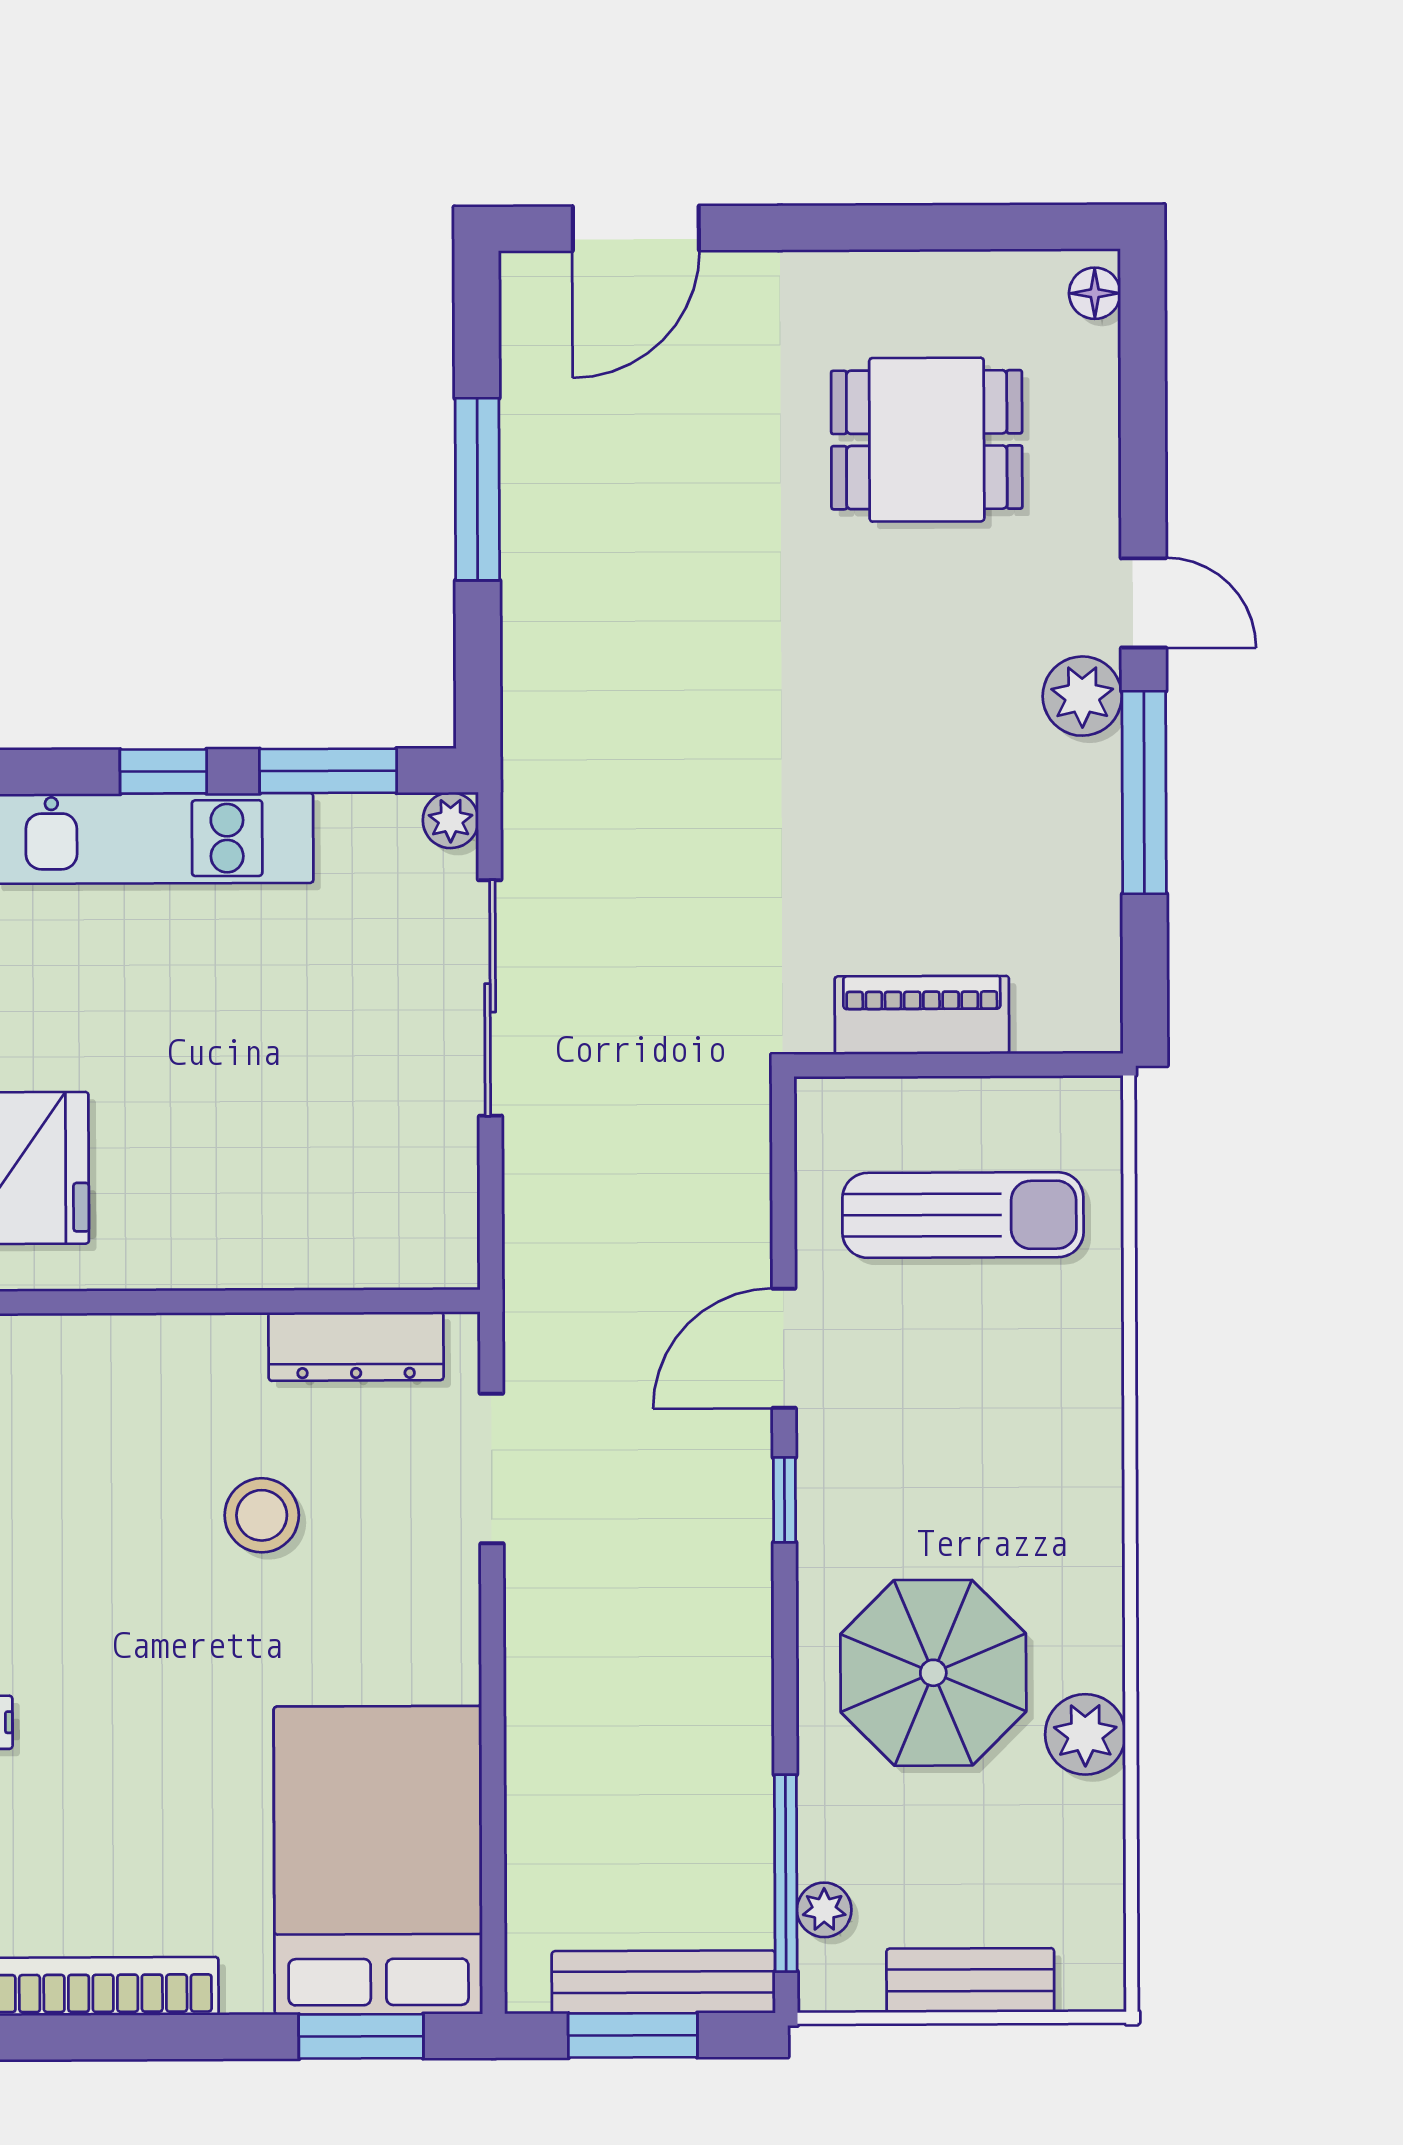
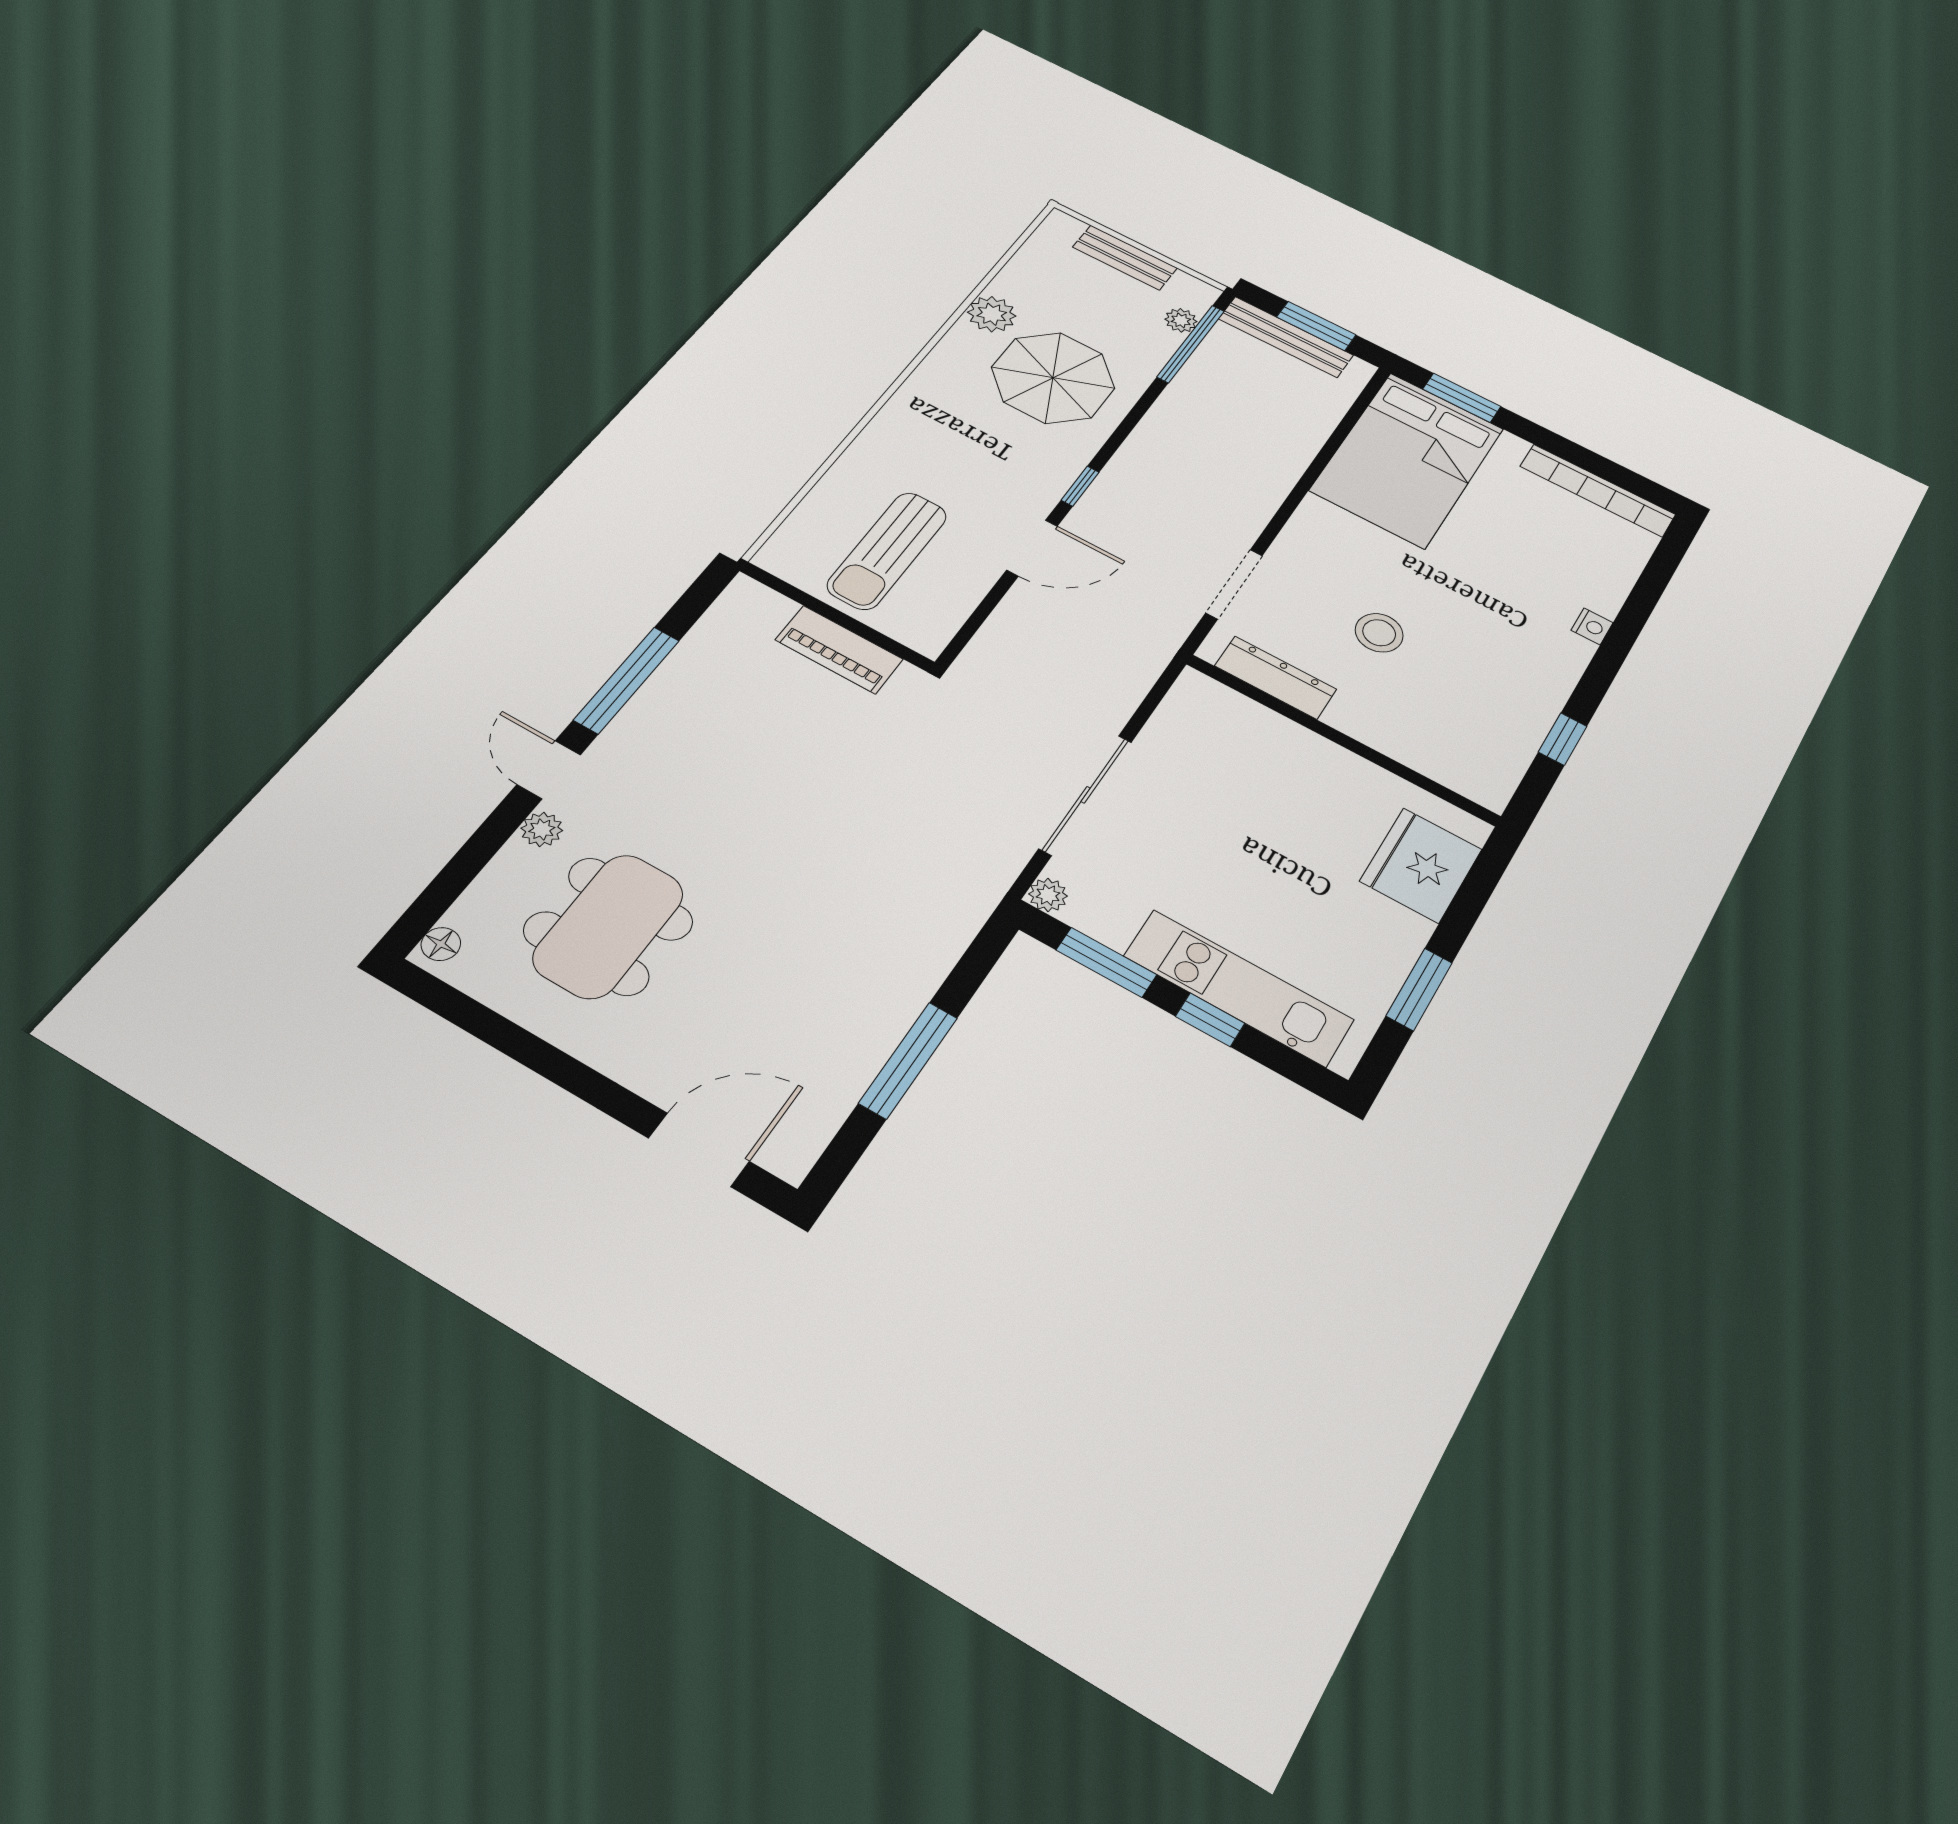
dining table: (927, 440) -> (608, 926), width x1.37
plant: (1082, 696) -> (542, 829), moved, width x0.73, depth x0.73
sun lounger: (963, 1215) -> (887, 551), turned -90

